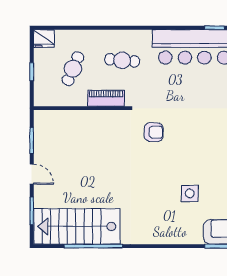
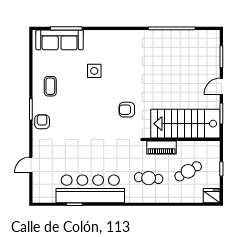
cafe table: (73, 69) -> (188, 171), turned 37
armchair: (154, 132) -> (127, 110), moved
door: (32, 174) -> (221, 86), hinge flipped
stairs: (77, 226) -> (185, 124), moved, turned 180

